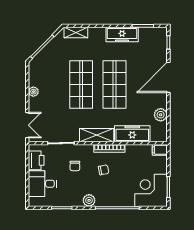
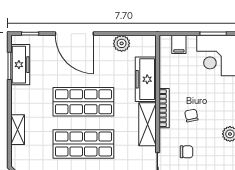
shelving: (76, 32) -> (18, 130), moved
freezer: (122, 35) -> (20, 65), moved
filing cabinet: (160, 150) -> (179, 44), moved

